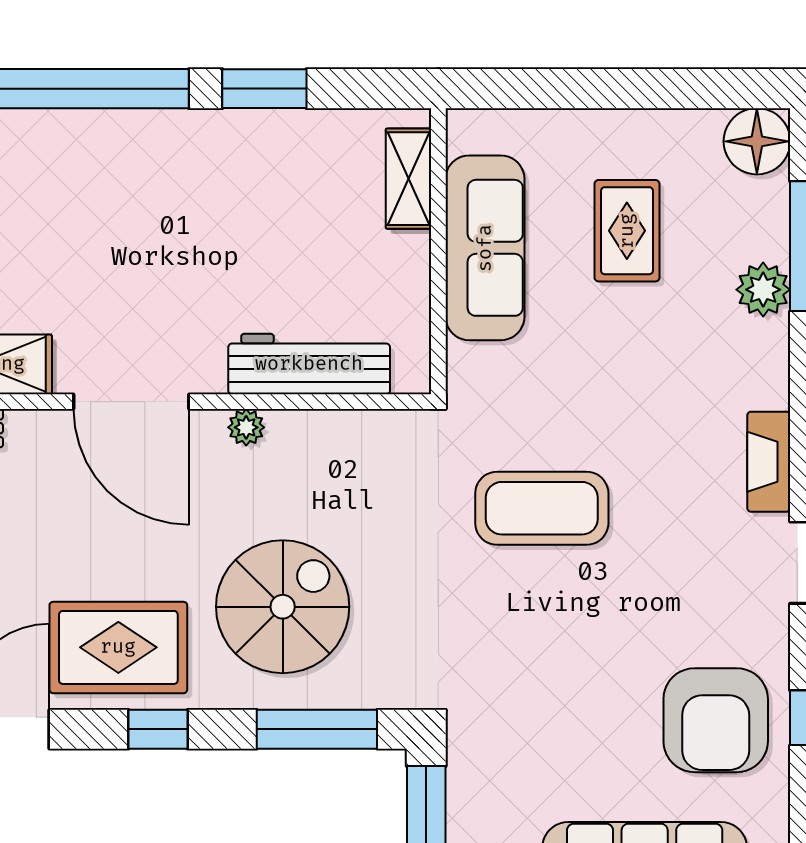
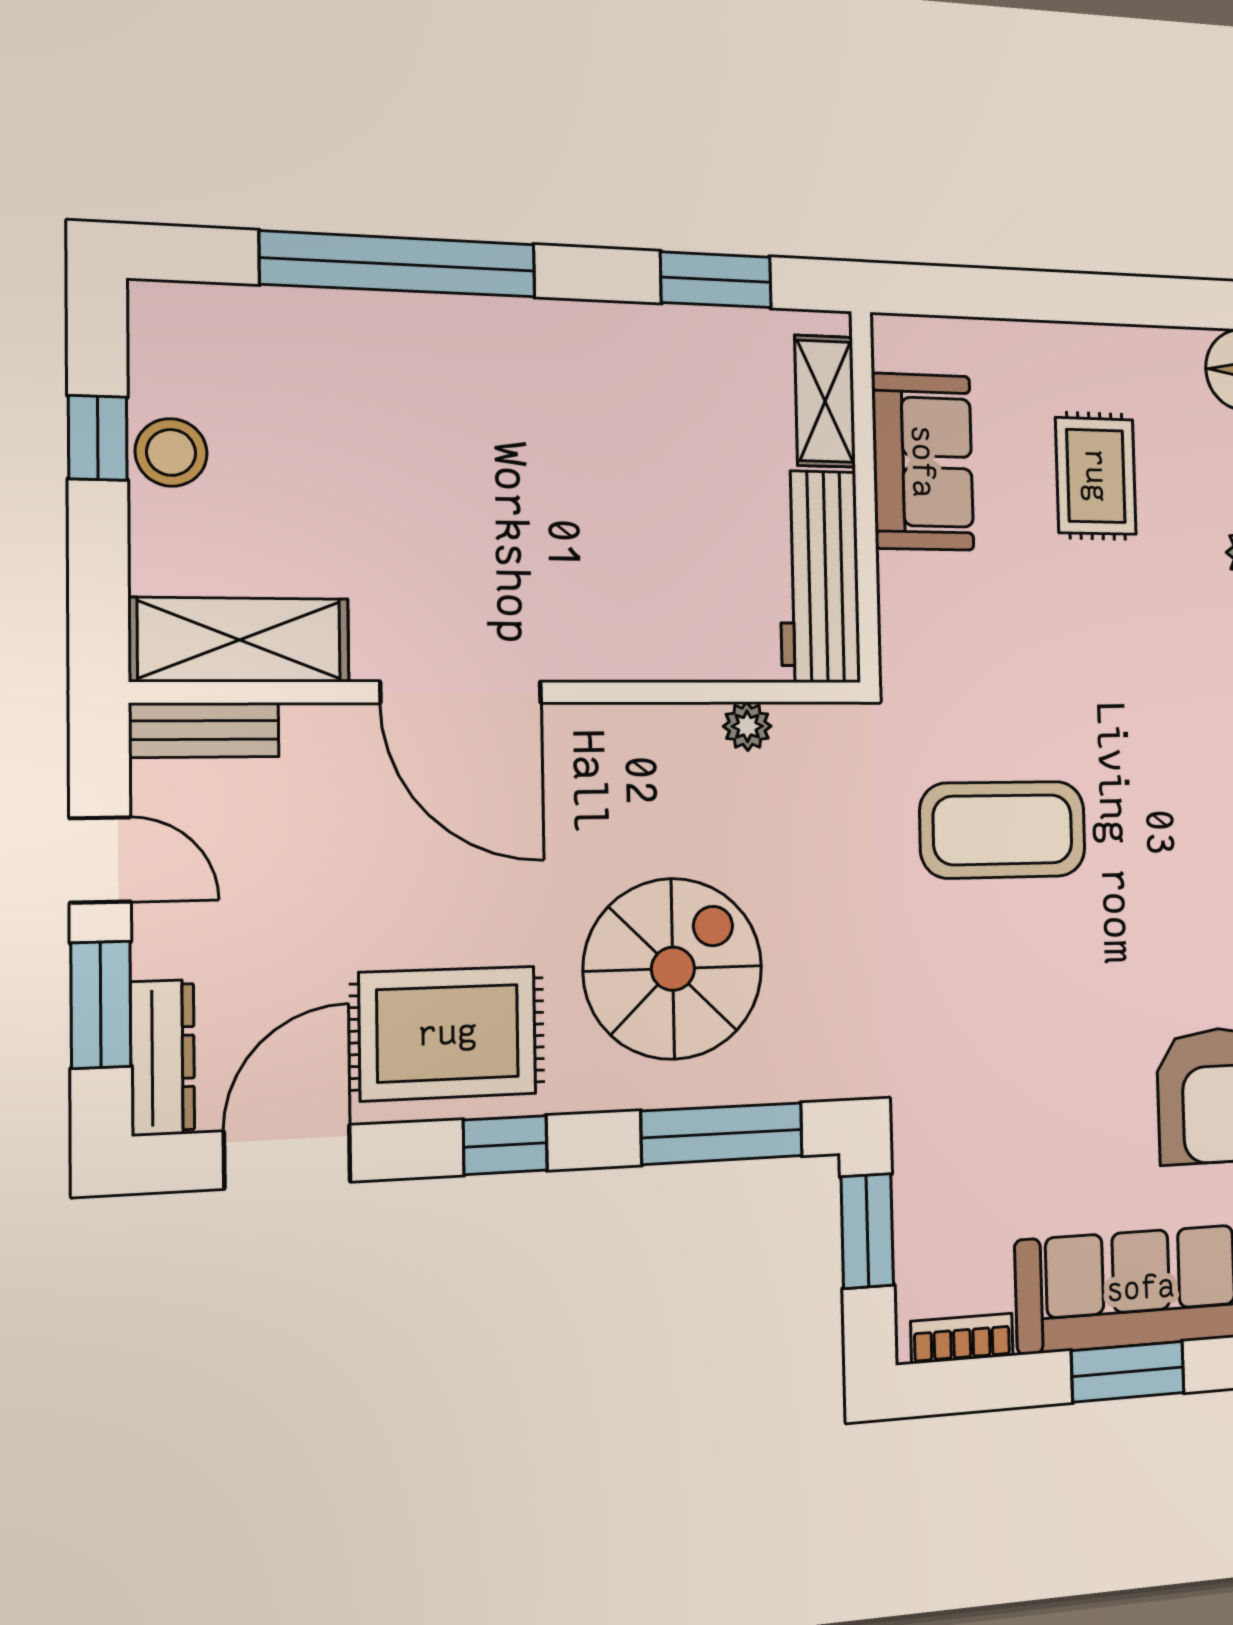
window: (264, 89) -> (716, 280), moved
sofa: (485, 248) -> (923, 462), width x0.73
workbench: (309, 364) -> (819, 577), moved, turned -90
plant: (246, 427) -> (747, 726), moved

